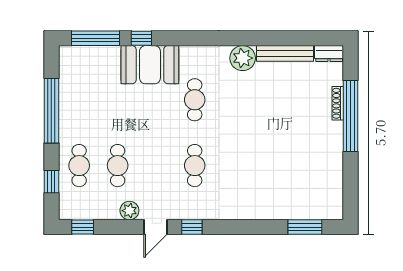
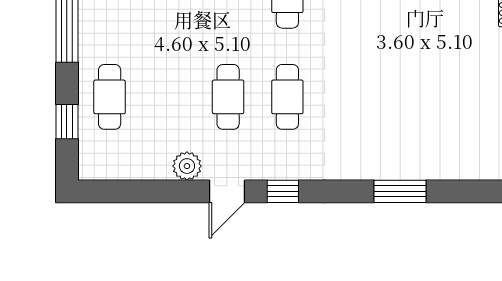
cafe table: (118, 166) -> (228, 97), moved
window: (83, 227) -> (115, 191), removed
window: (305, 227) -> (400, 191), moved

